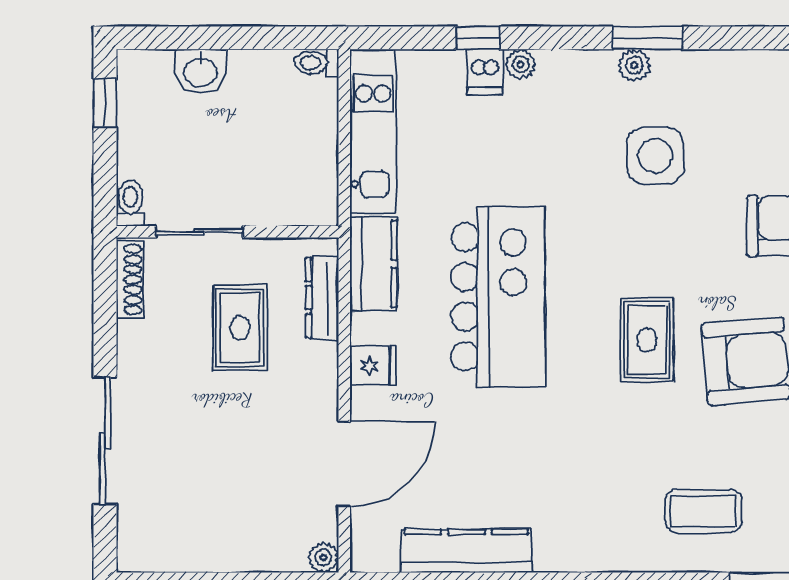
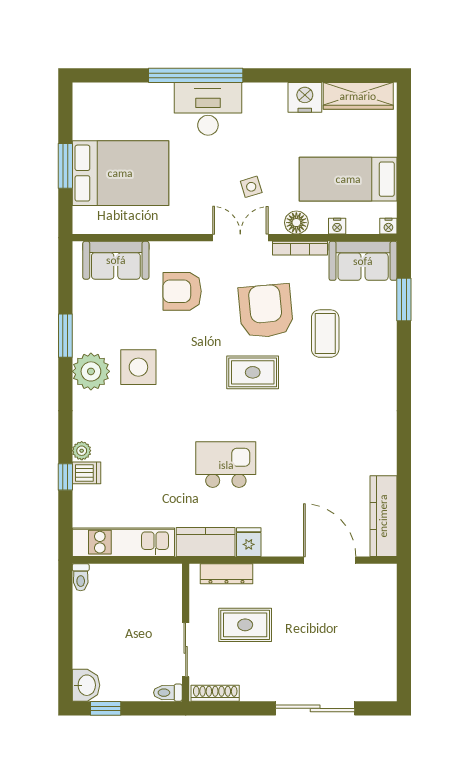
window: (647, 38) -> (65, 336), moved
plant: (634, 65) -> (91, 371), width x1.88, depth x1.88
washbasin: (201, 71) -> (86, 685), moved
kitchen island: (498, 297) -> (226, 465), width x0.54, depth x0.78
fridge: (373, 366) -> (249, 542), moved
coffee table: (703, 511) -> (325, 334), moved
kitchen counter: (466, 551) -> (383, 516), moved
plant: (323, 557) -> (388, 573), removed

